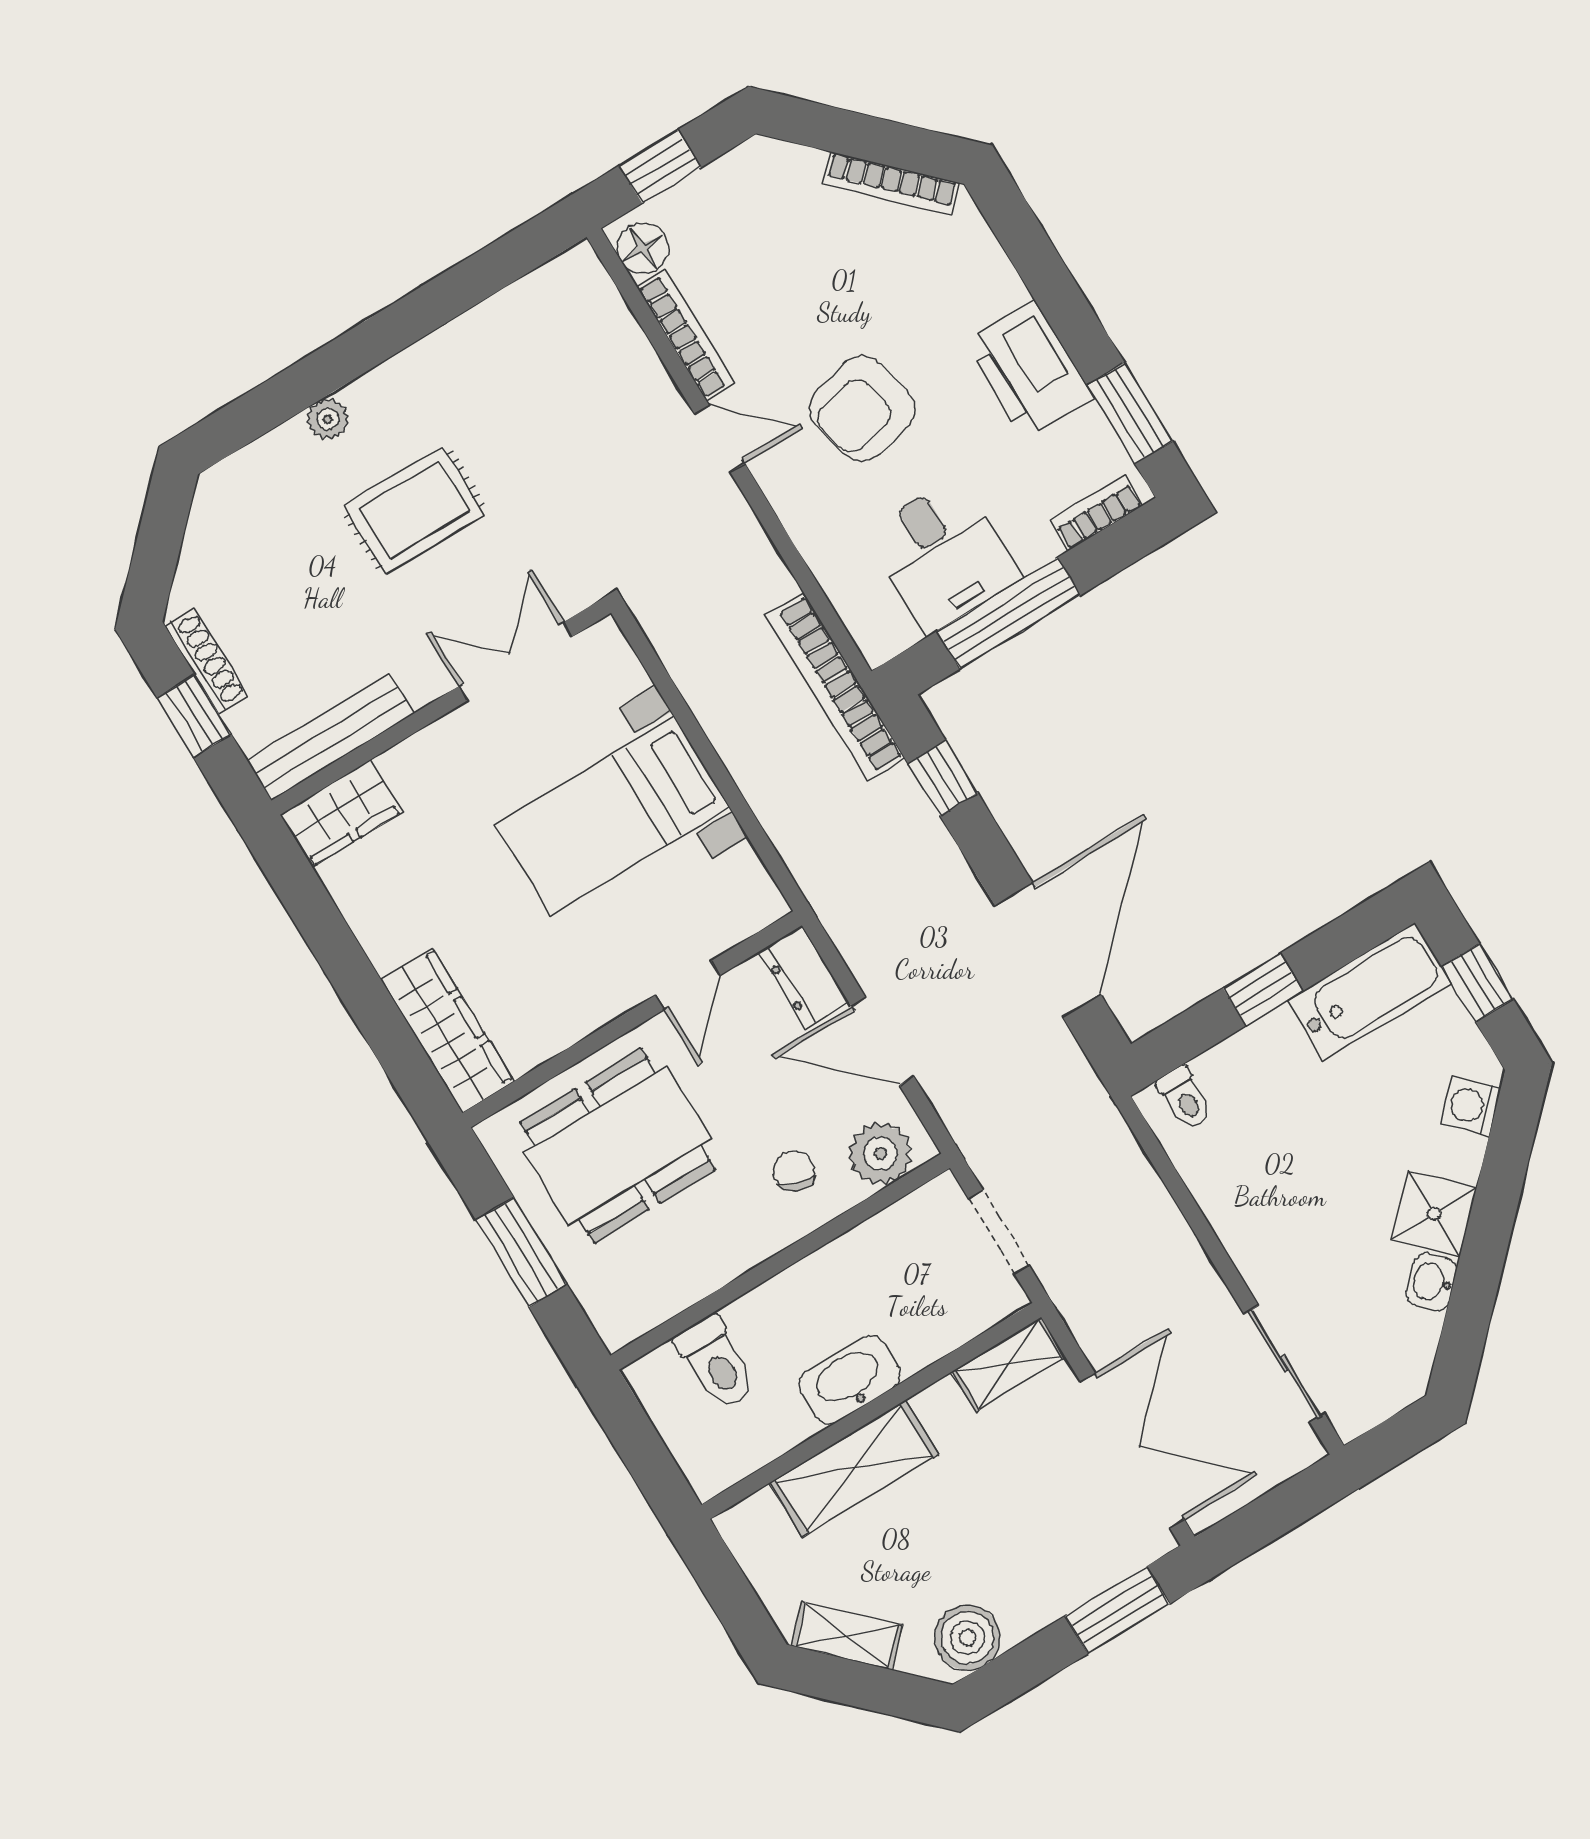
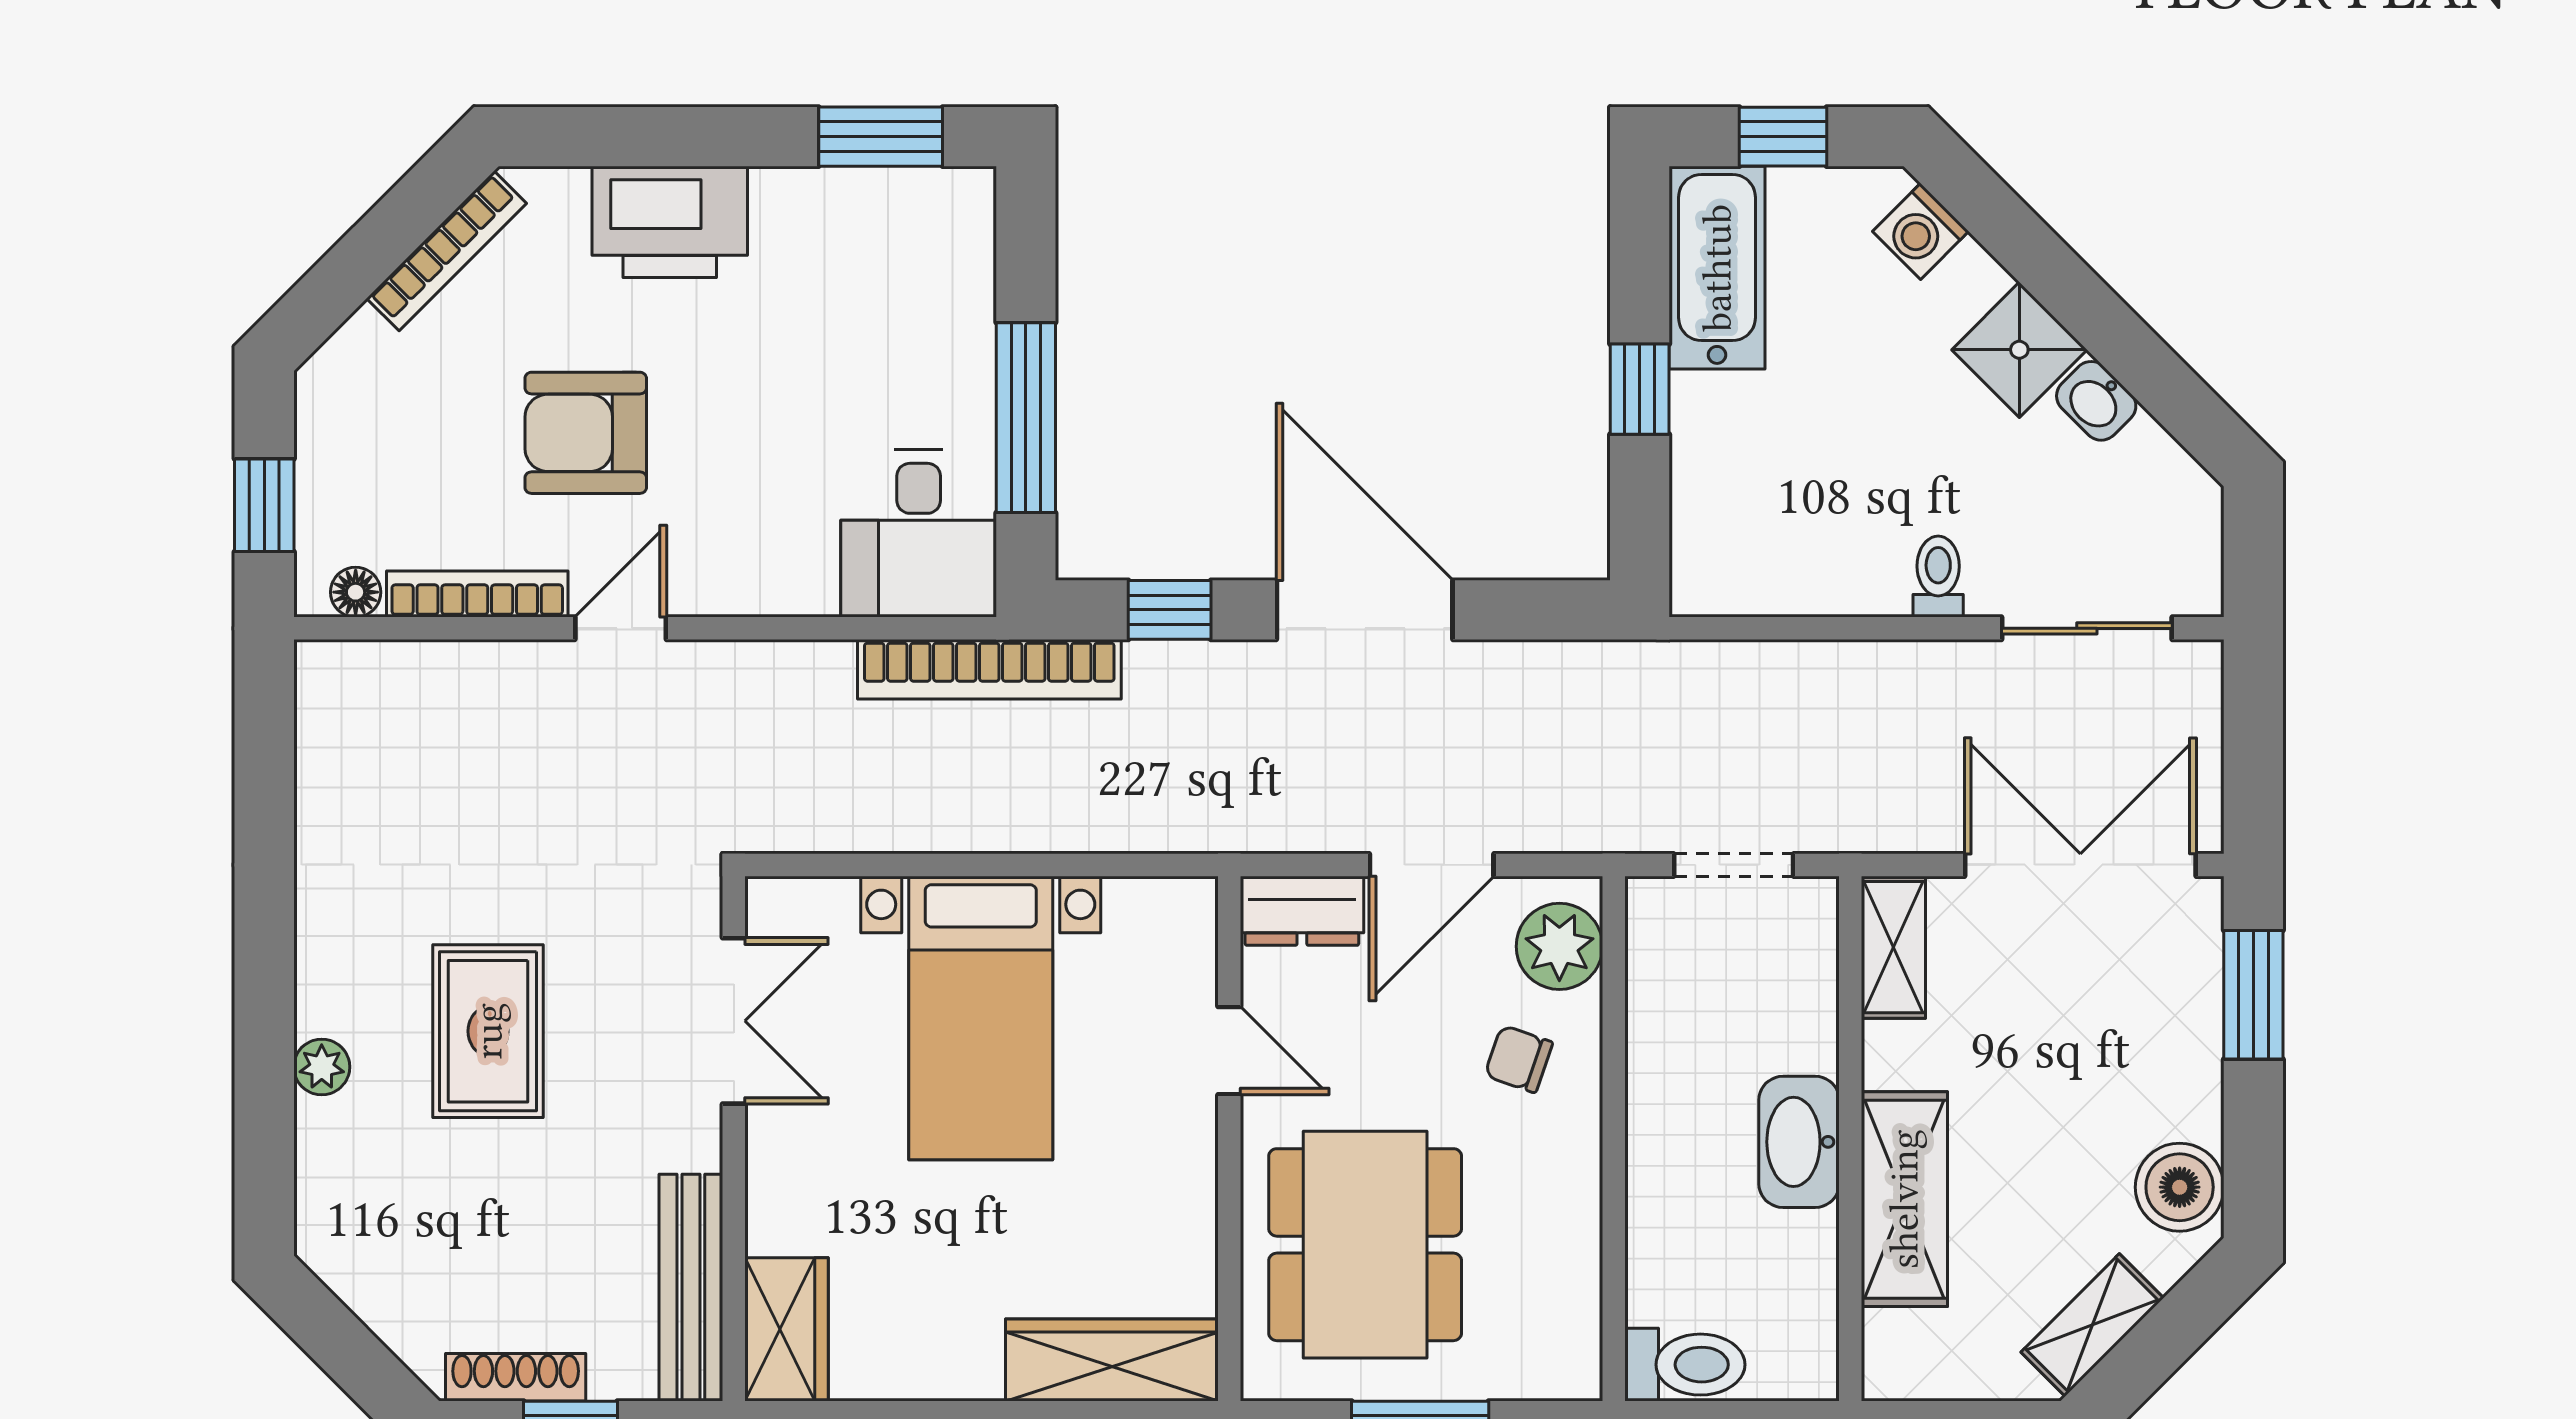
floor lamp: (643, 248) -> (356, 592), width x0.73, depth x0.73
printer: (1029, 370) -> (670, 222), moved
armchair: (862, 409) -> (586, 433), moved, turned 103
bookcase: (1097, 513) -> (972, 245), removed
desk: (943, 555) -> (919, 534), moved, turned 90
double door: (515, 661) -> (734, 1021), swing flipped
door: (1048, 950) -> (1365, 610), moved
toilet: (1184, 1098) -> (1938, 577), moved, turned -90
toilet: (716, 1362) -> (1685, 1365), moved

